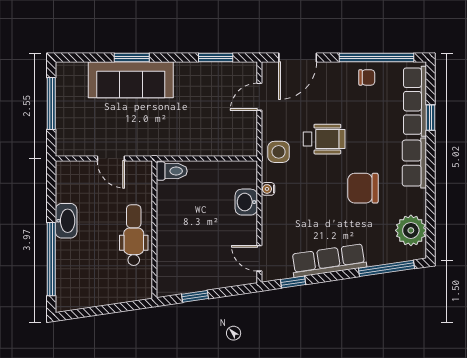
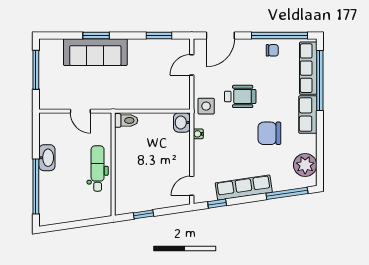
window: (430, 118) -> (320, 80), width x3.17
washbasin: (246, 202) -> (182, 122), moved
door: (259, 258) -> (192, 186), hinge flipped

